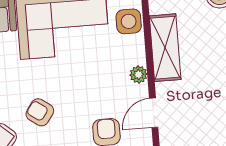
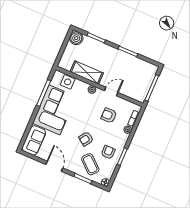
door: (154, 113) -> (111, 92), swing flipped

